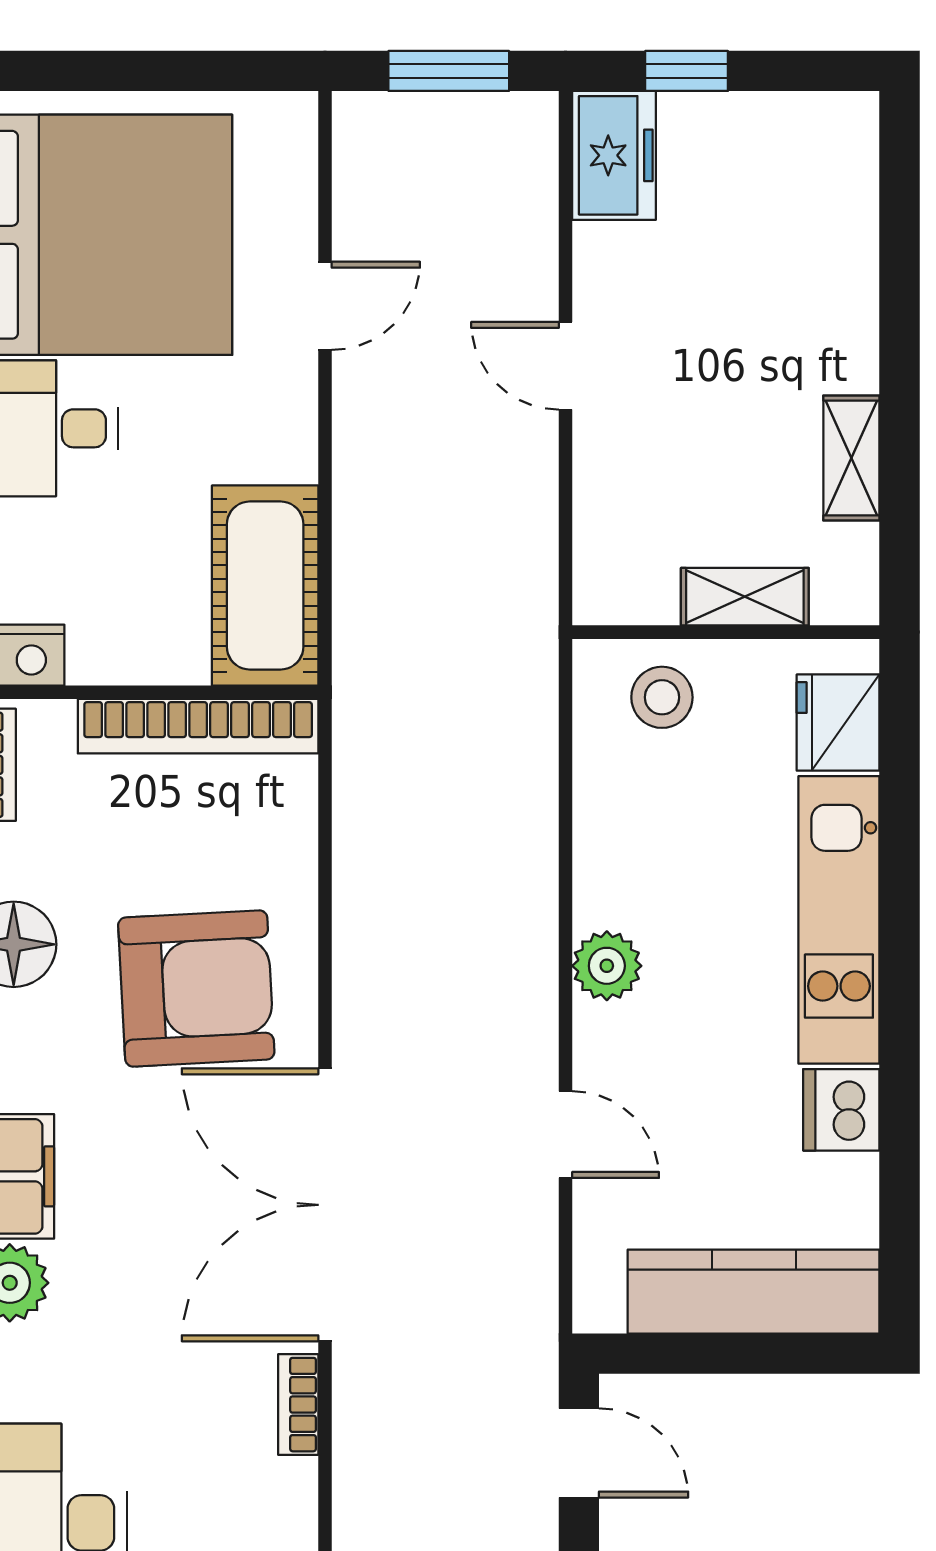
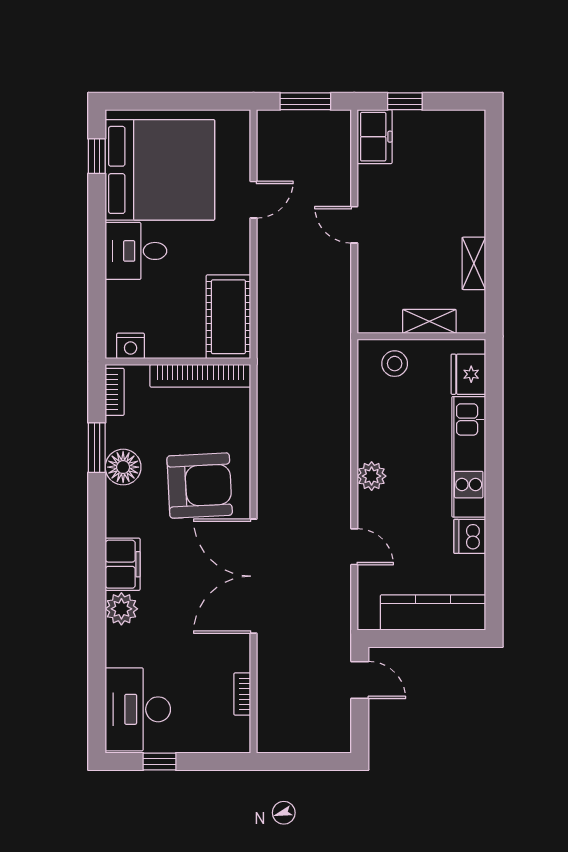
bookcase: (298, 1405) -> (242, 694), moved

